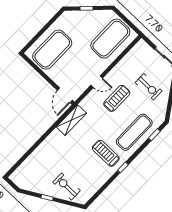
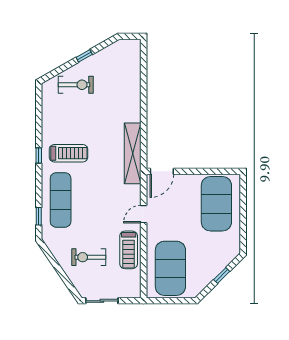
door: (65, 95) -> (162, 171), swing flipped
treadmill: (117, 98) -> (129, 250), moved
shelving: (71, 120) -> (133, 153), width x1.47

